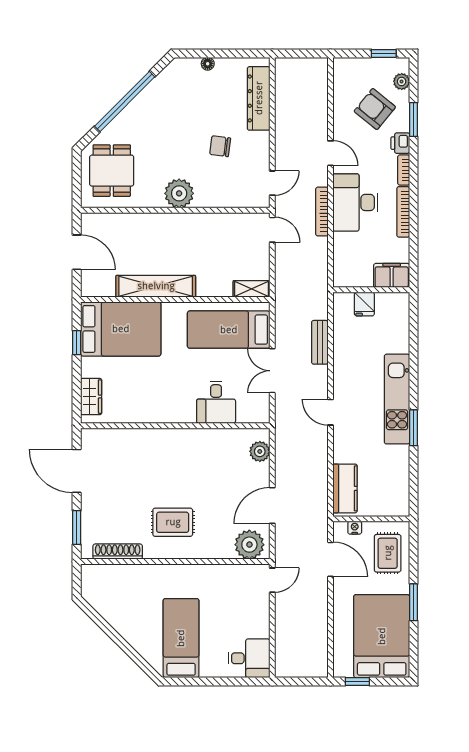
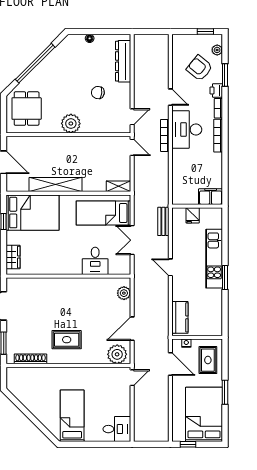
filing cabinet: (392, 275) -> (211, 197), moved
wall: (371, 290) -> (197, 206), moved
fridge: (364, 304) -> (193, 215), moved

